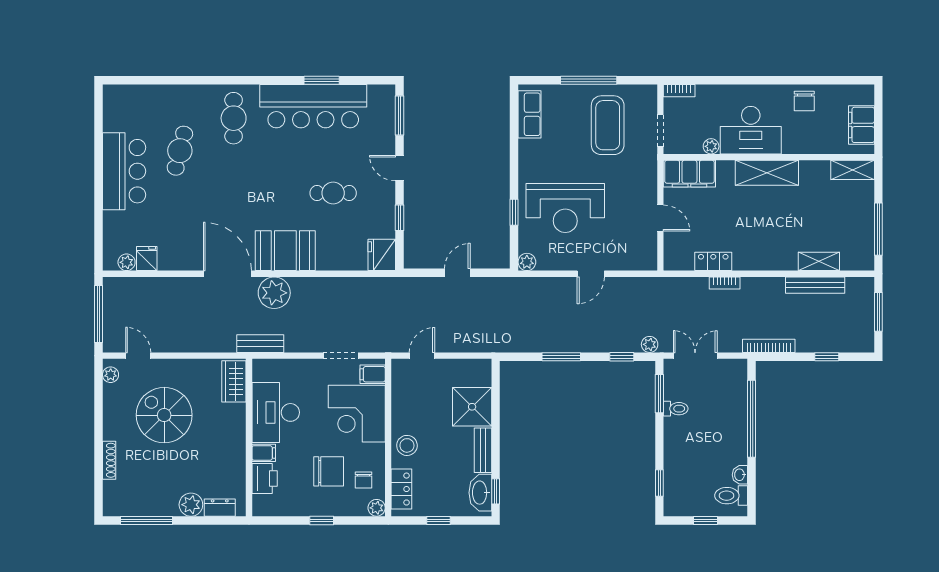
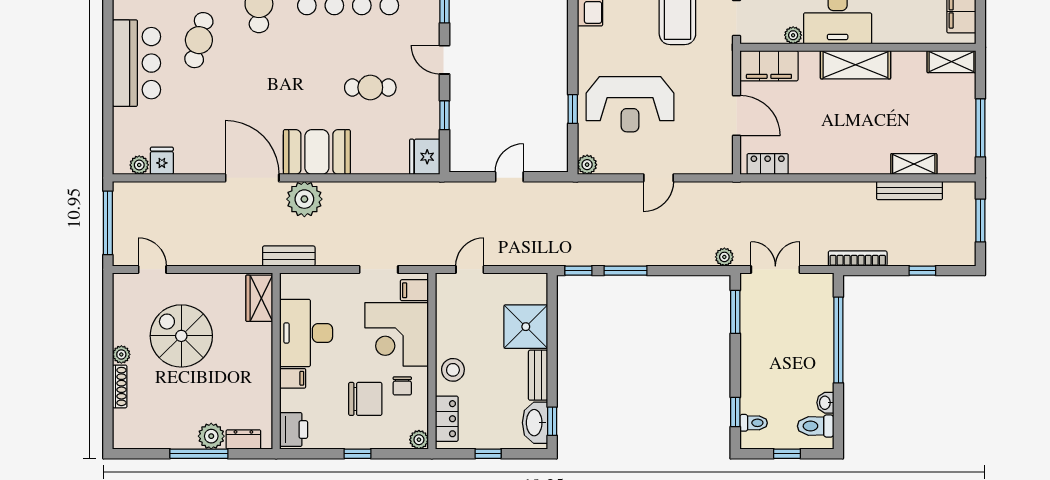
door: (660, 218) -> (736, 116), width x1.37
locker: (713, 261) -> (768, 164), moved
bookcase: (725, 283) -> (808, 188), removed
window: (622, 357) -> (578, 271), moved
plant: (111, 375) -> (121, 354), moved
toilet: (676, 409) -> (754, 423), moved
printer: (265, 478) -> (294, 430), moved
chair: (363, 480) -> (402, 386), moved
window: (146, 520) -> (199, 454), moved

